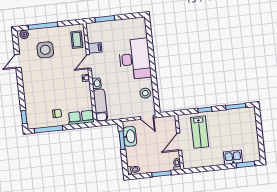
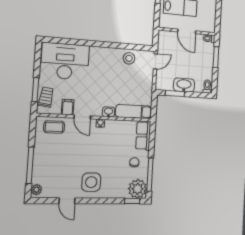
trolley: (100, 29) -> (46, 97), added
side table: (45, 50) -> (91, 182), moved
desk: (135, 59) -> (65, 61), moved
plant: (35, 120) -> (138, 189), added
washbasin: (130, 136) -> (184, 85), moved

